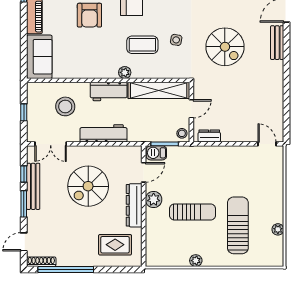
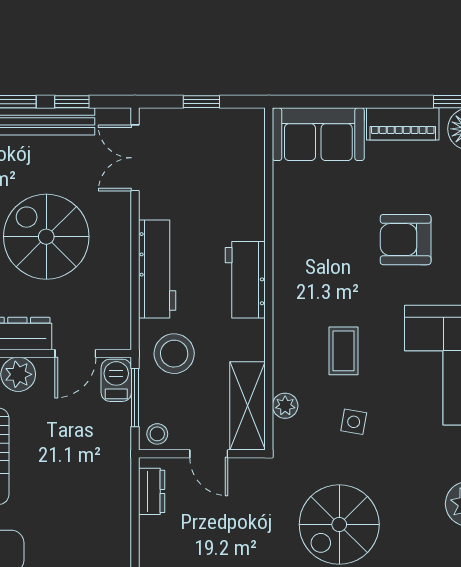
coffee table: (142, 45) -> (344, 351), width x0.73, depth x0.77
plant: (125, 72) -> (285, 406), moved
shelving: (159, 90) -> (248, 406), width x0.68
stool: (65, 106) -> (174, 354), moved
door: (144, 172) -> (75, 353), hinge flipped

